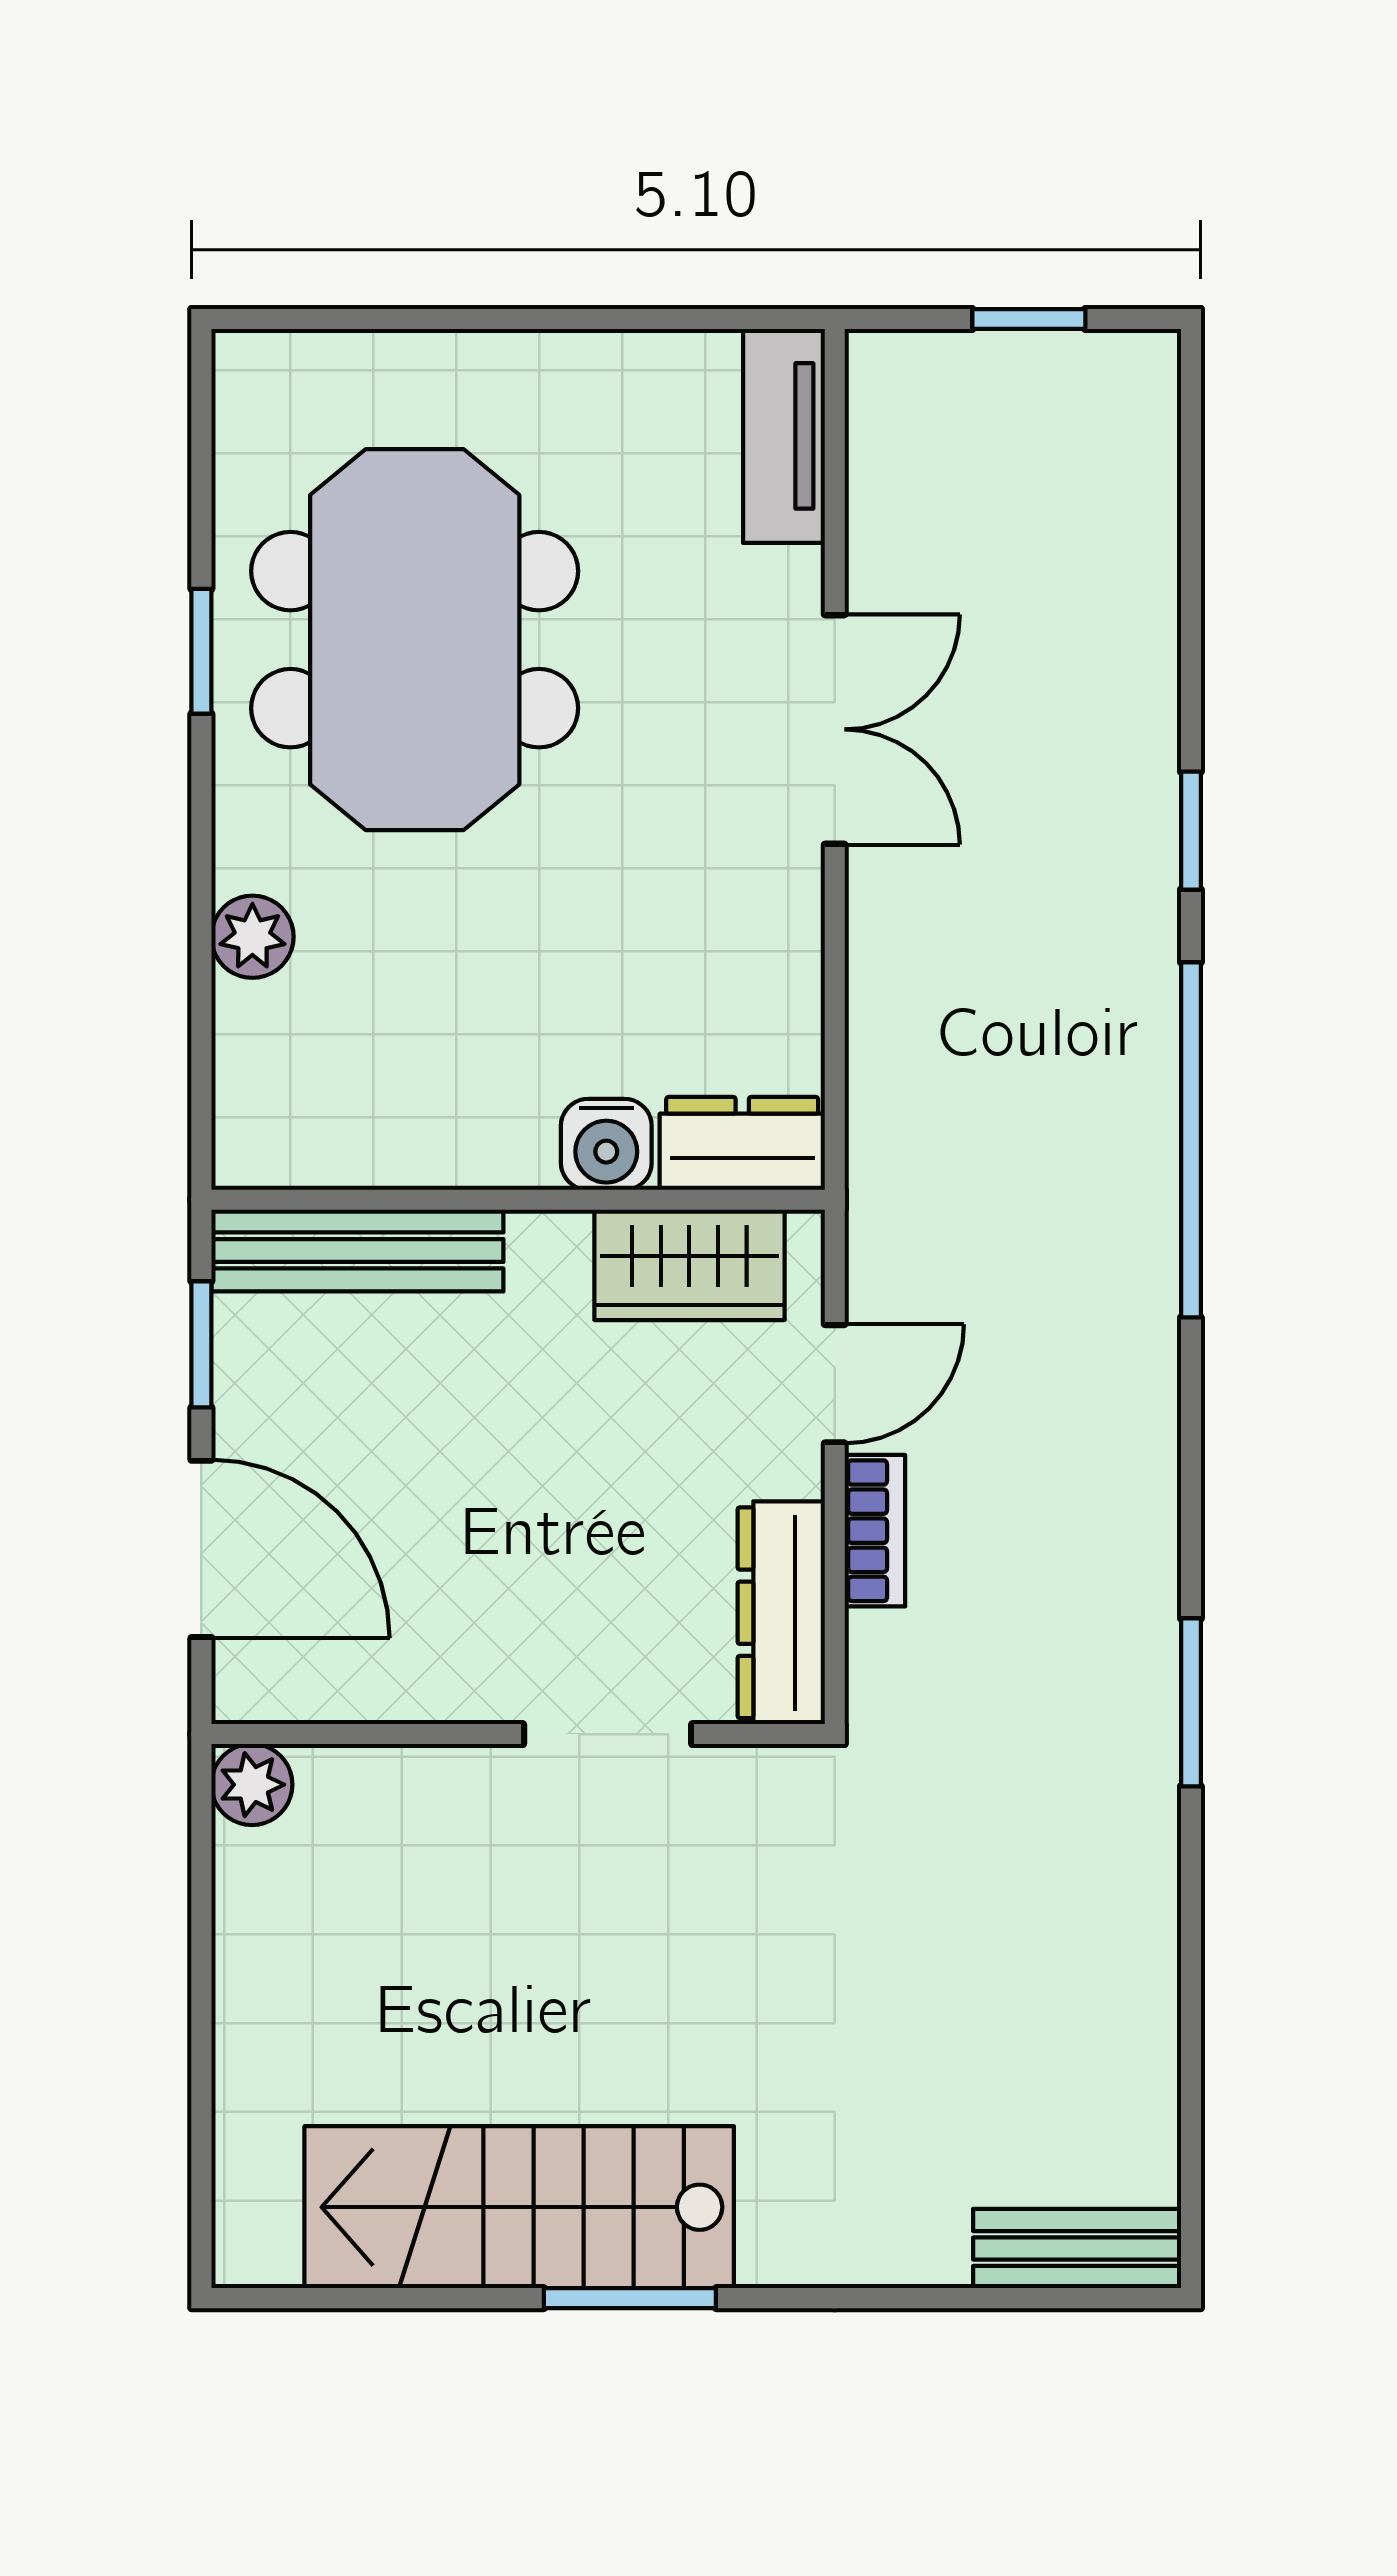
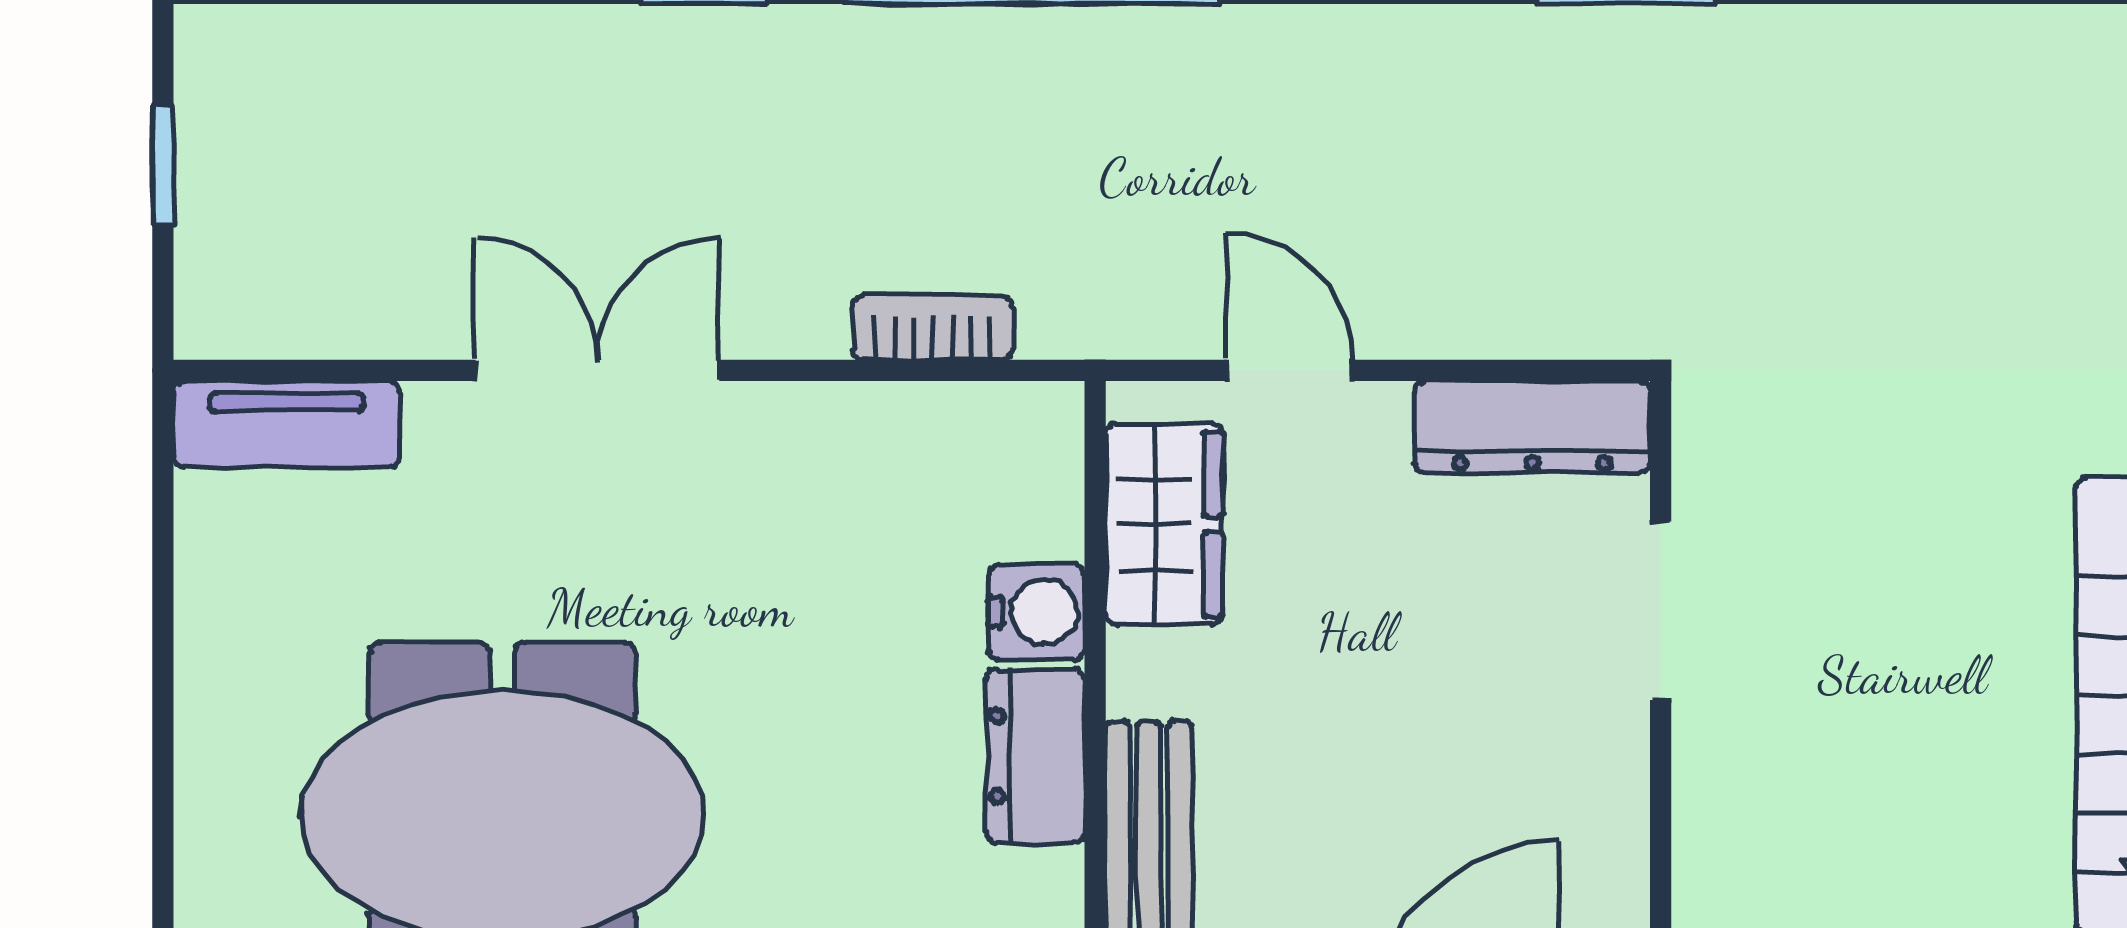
dresser: (742, 1143) -> (1035, 756), moved
bookcase: (875, 1531) -> (933, 328), moved

